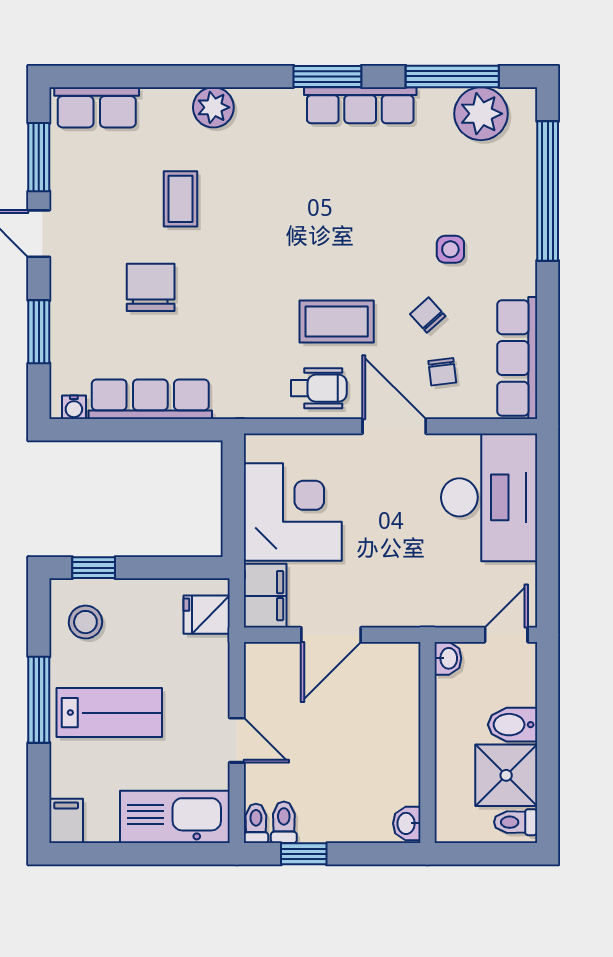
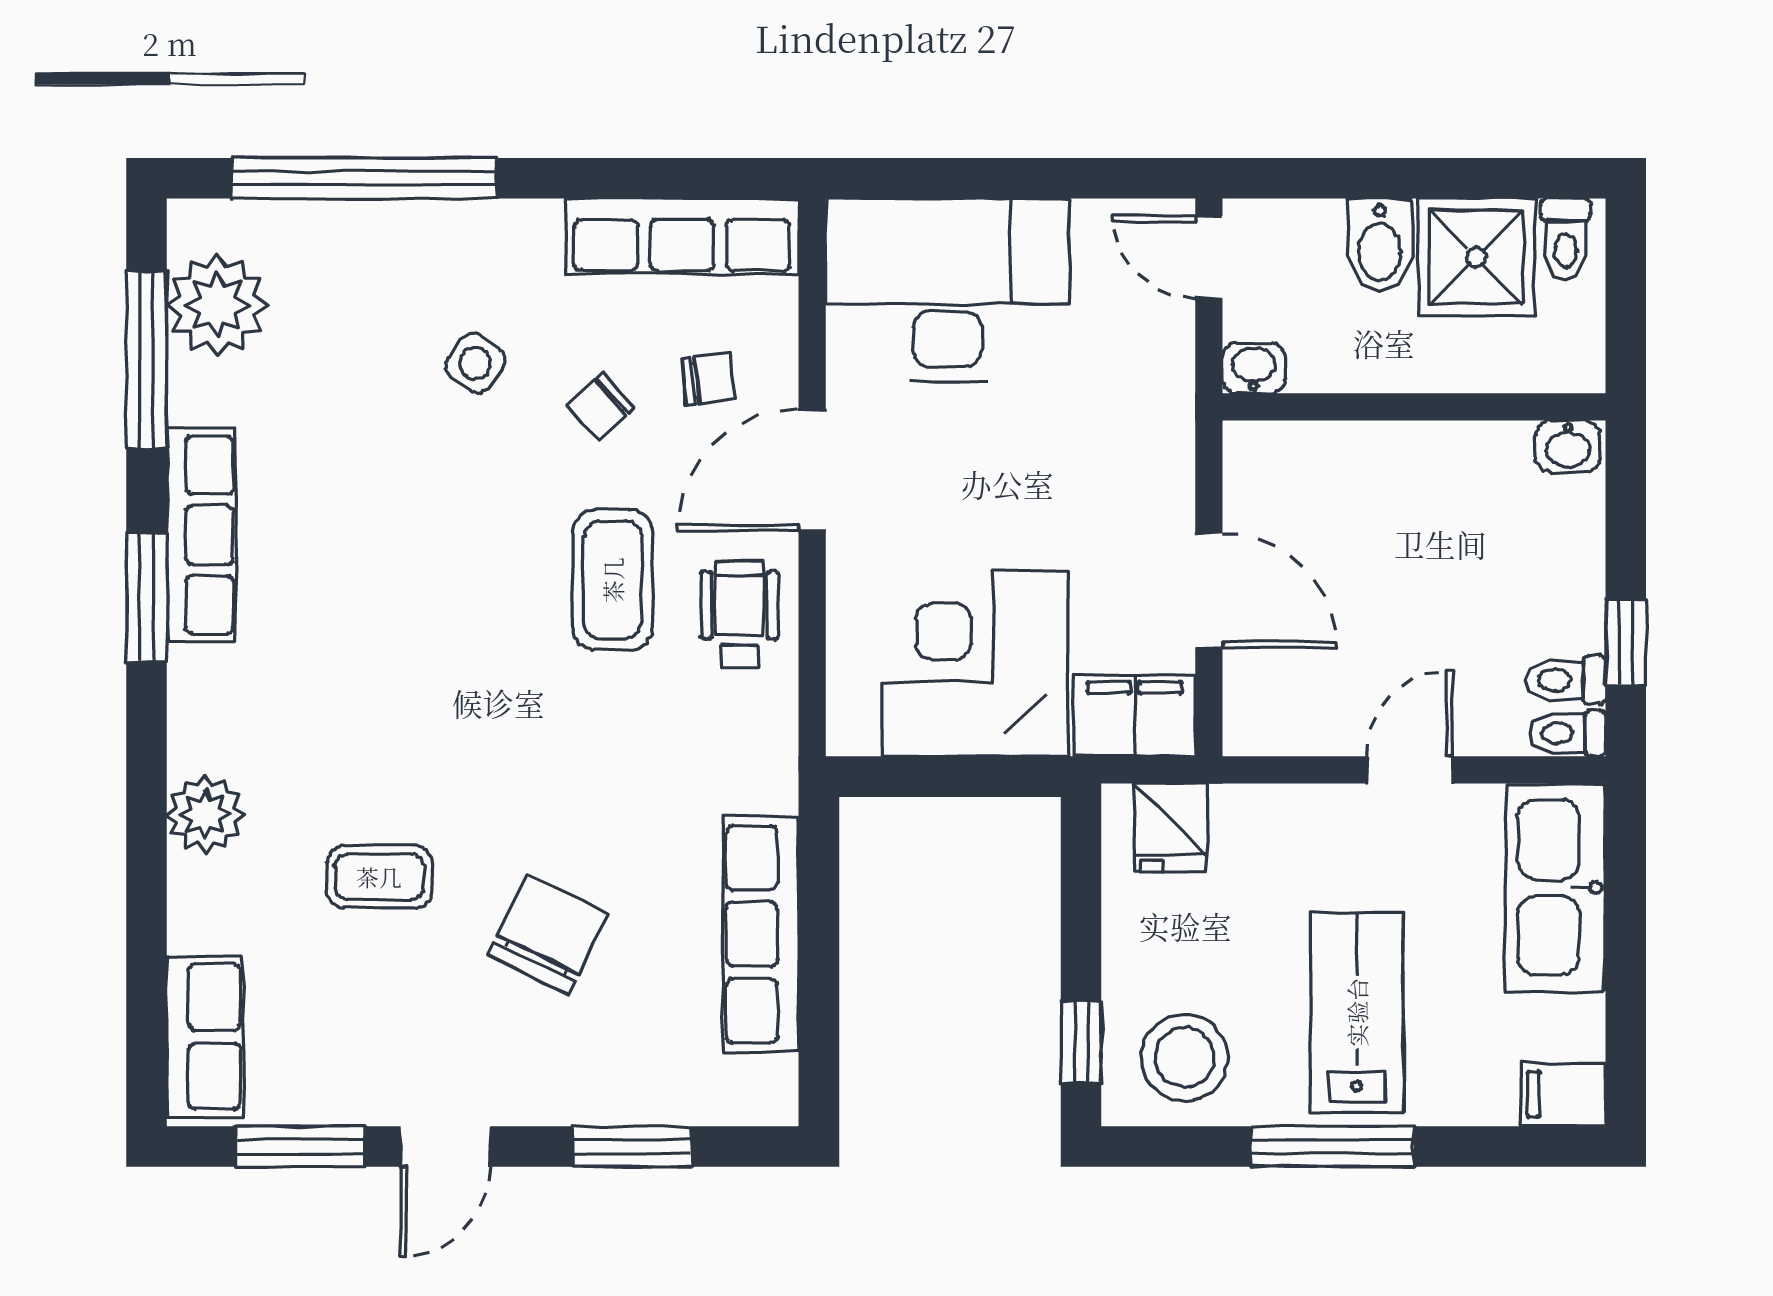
side table: (450, 249) -> (475, 363), turned 37
chair: (151, 287) -> (548, 934), turned 116
water cooler: (74, 407) -> (776, 1080), removed
stool: (85, 622) -> (1185, 1058), width x1.38, depth x1.38

